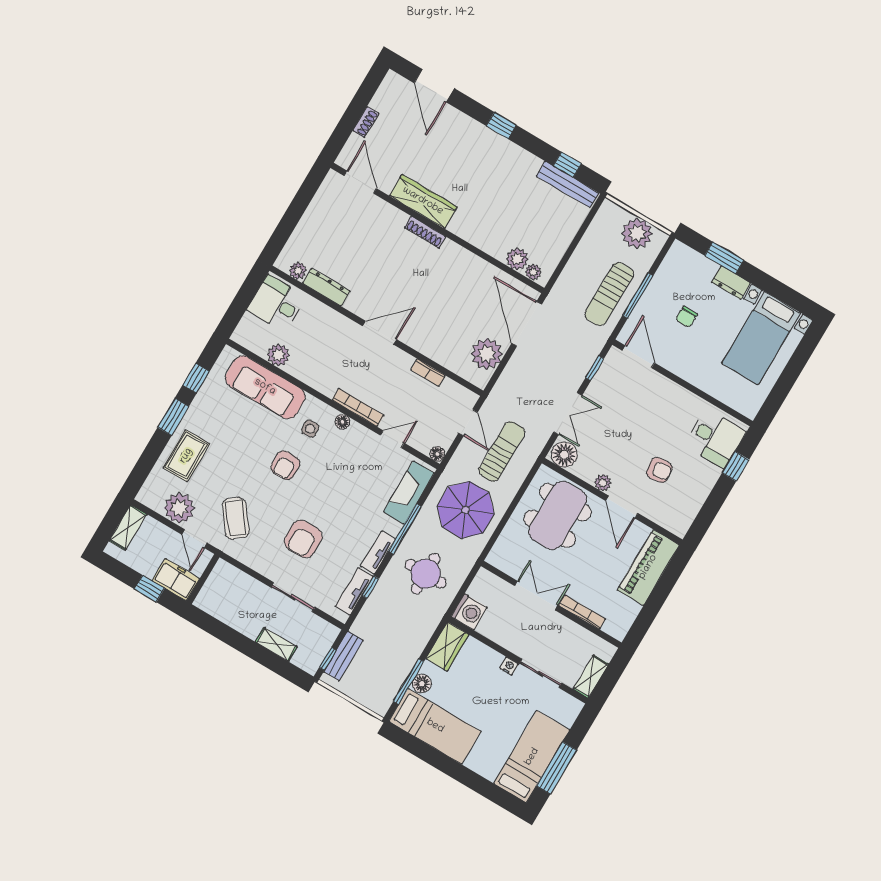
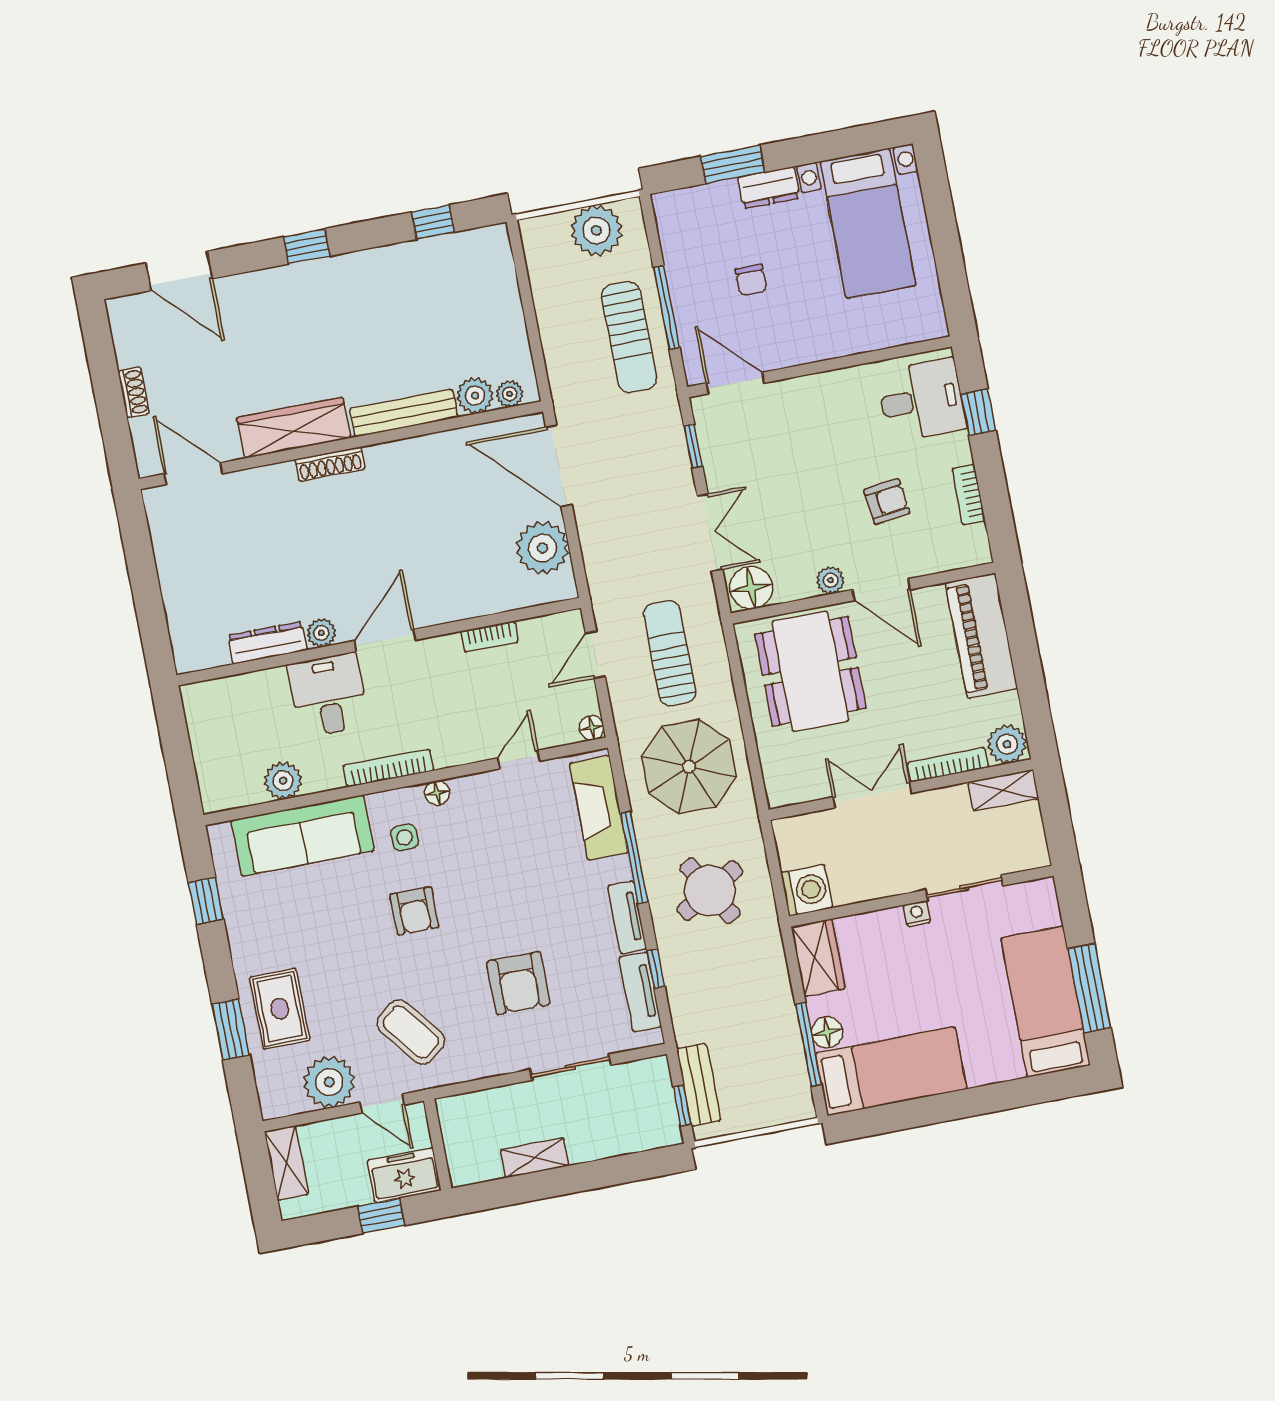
bench: (568, 184) -> (404, 413), moved
plant: (298, 271) -> (321, 633), moved
desk: (276, 303) -> (328, 695), moved, turned 90
bookcase: (358, 407) -> (388, 768), moved
window: (173, 417) -> (231, 1030), moved
door: (468, 423) -> (595, 655), swing flipped
bookcase: (699, 499) -> (969, 495), added
round table: (426, 574) -> (710, 891), turned -30
plant: (617, 626) -> (1007, 744), added
shelving: (276, 644) -> (535, 1158), moved
shelving: (591, 677) -> (1003, 790), moved, turned 90

